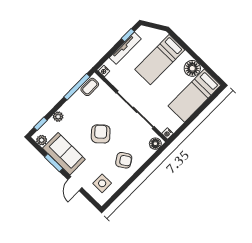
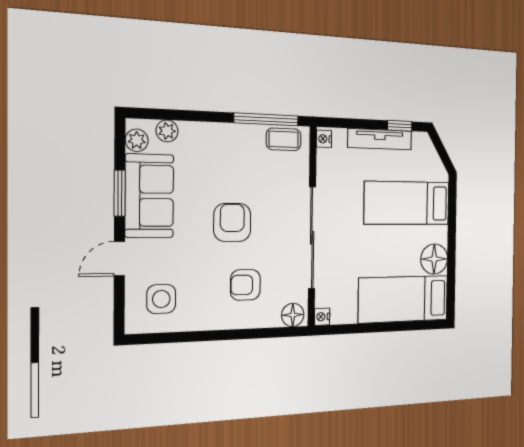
plant: (58, 117) -> (167, 131), moved
window: (40, 124) -> (160, 114), removed
armchair: (101, 134) -> (232, 222), turned -48
armchair: (124, 160) -> (245, 285), moved, turned 123

